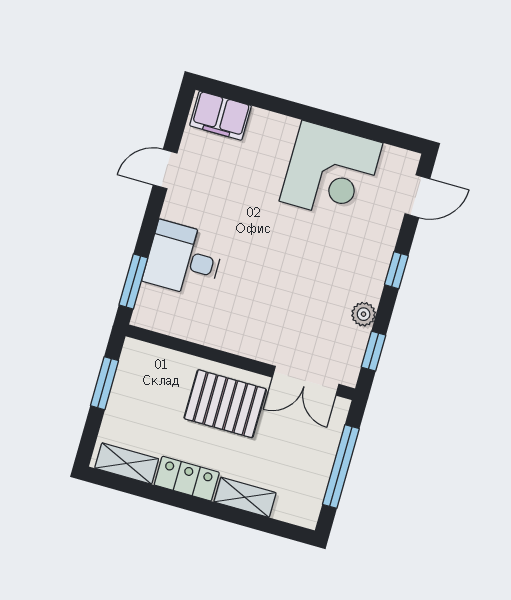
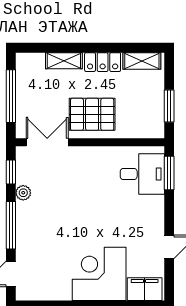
corner desk: (331, 172) -> (99, 274), moved
desk: (184, 259) -> (142, 174), moved
window: (396, 270) -> (11, 225), width x2.17

